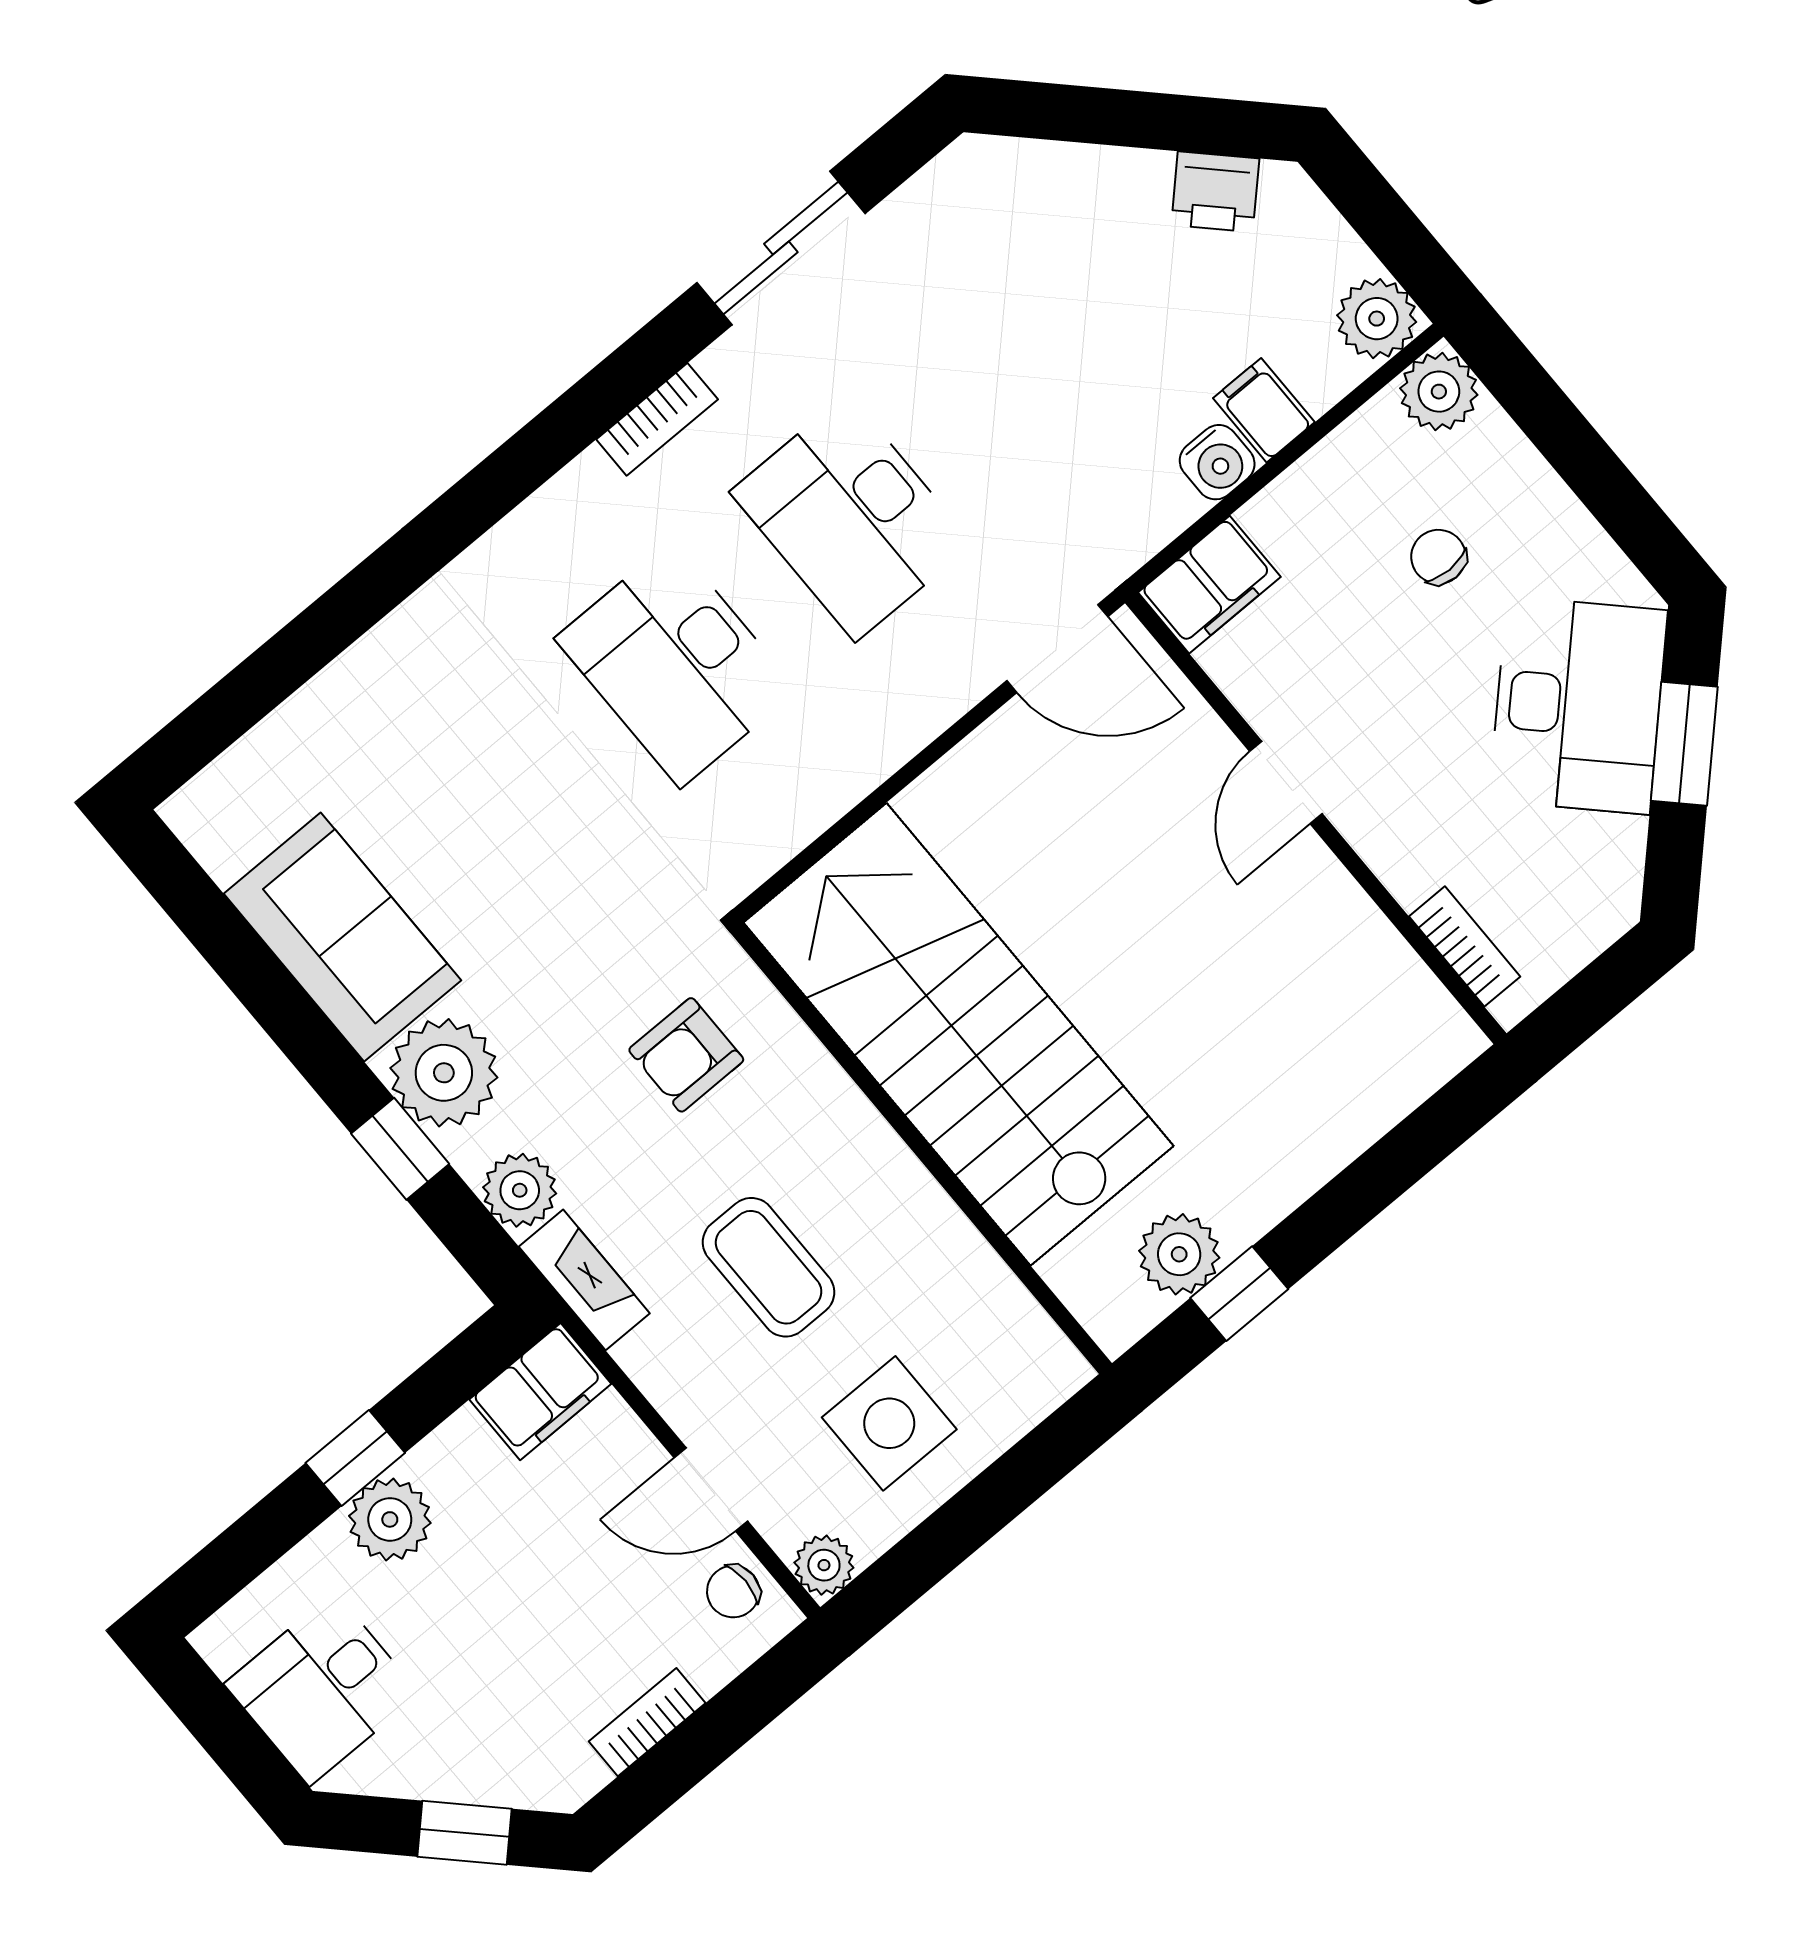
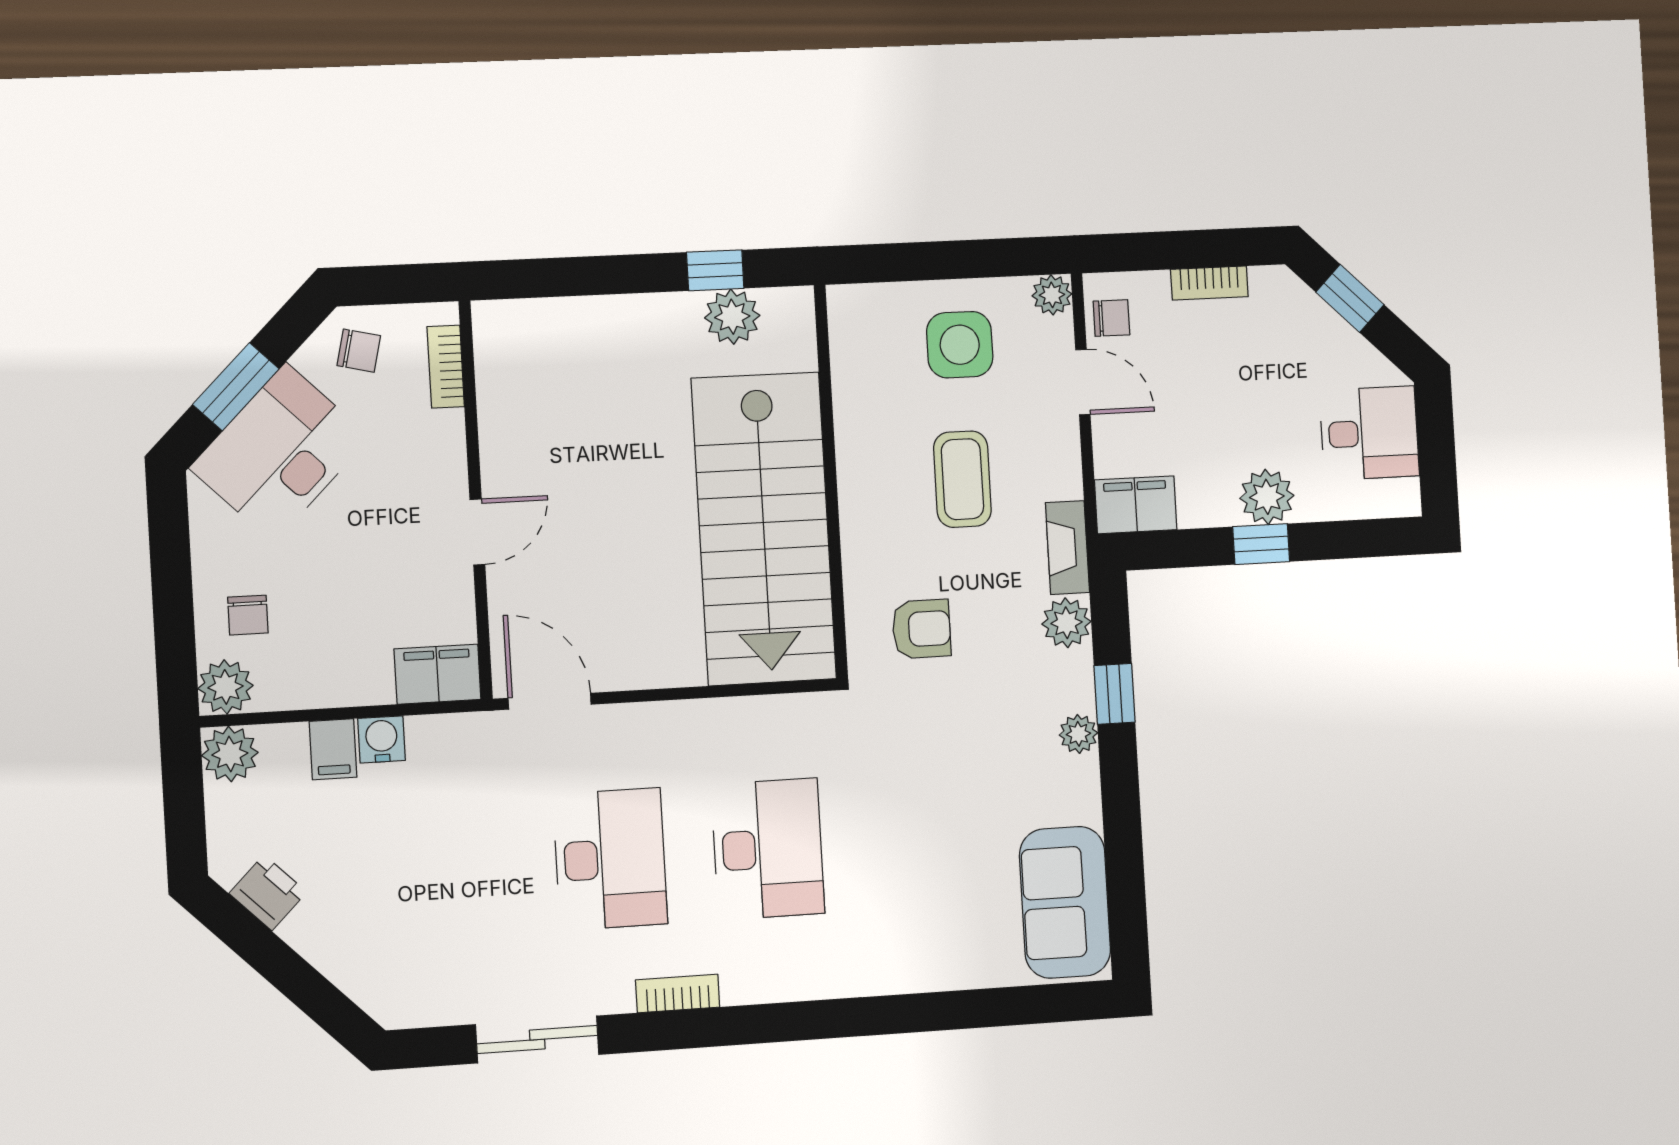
chair: (1438, 557) -> (248, 615), moved
chair: (1577, 890) -> (359, 351), added
sofa: (342, 937) -> (1065, 902), moved
plant: (444, 1073) -> (1078, 734), width x0.53, depth x0.53

